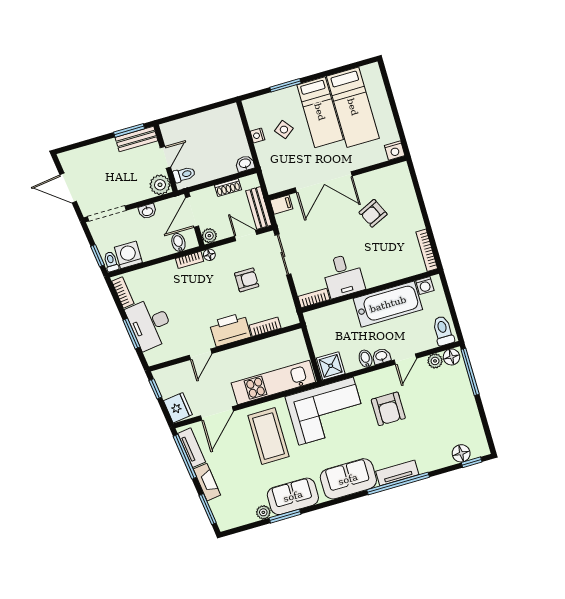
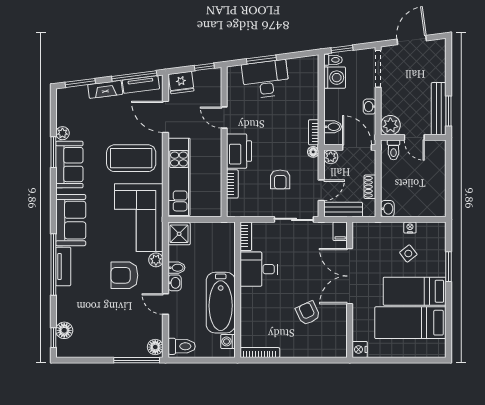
bench: (136, 139) -> (439, 109), width x1.36
bookcase: (123, 292) -> (302, 62), removed
plant: (435, 361) -> (156, 260), moved

